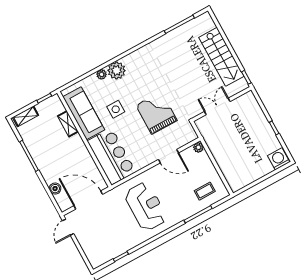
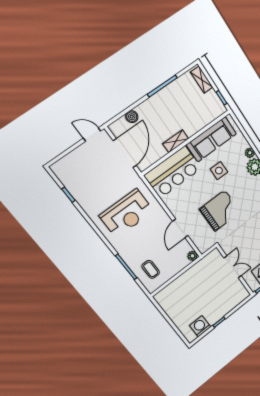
shelving: (68, 124) -> (176, 141), moved
washing machine: (279, 159) -> (200, 326), moved, turned -90

